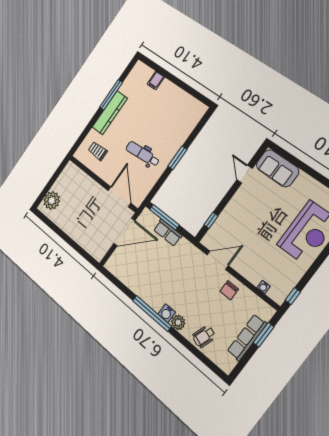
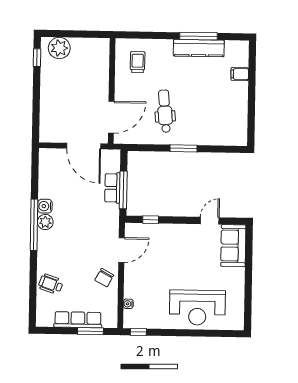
kitchen counter: (110, 113) -> (199, 48), moved
window: (164, 217) -> (123, 190), moved
window: (47, 221) -> (37, 58), added
door: (218, 260) -> (122, 250), hinge flipped
chair: (229, 290) -> (104, 278), turned -62
water cooler: (167, 313) -> (45, 206), moved
plant: (178, 322) -> (45, 222), moved

